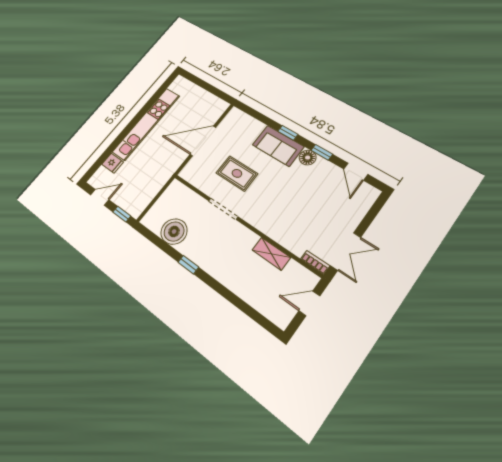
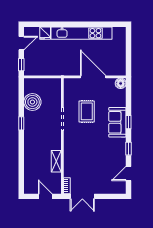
floor lamp: (308, 158) -> (121, 83), moved
door: (100, 197) -> (21, 43), hinge flipped

